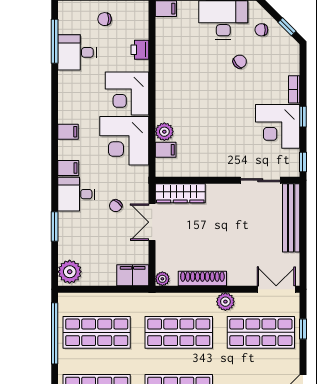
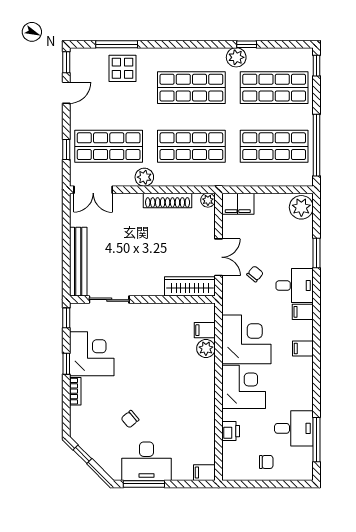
chair: (261, 30) -> (108, 451), removed

